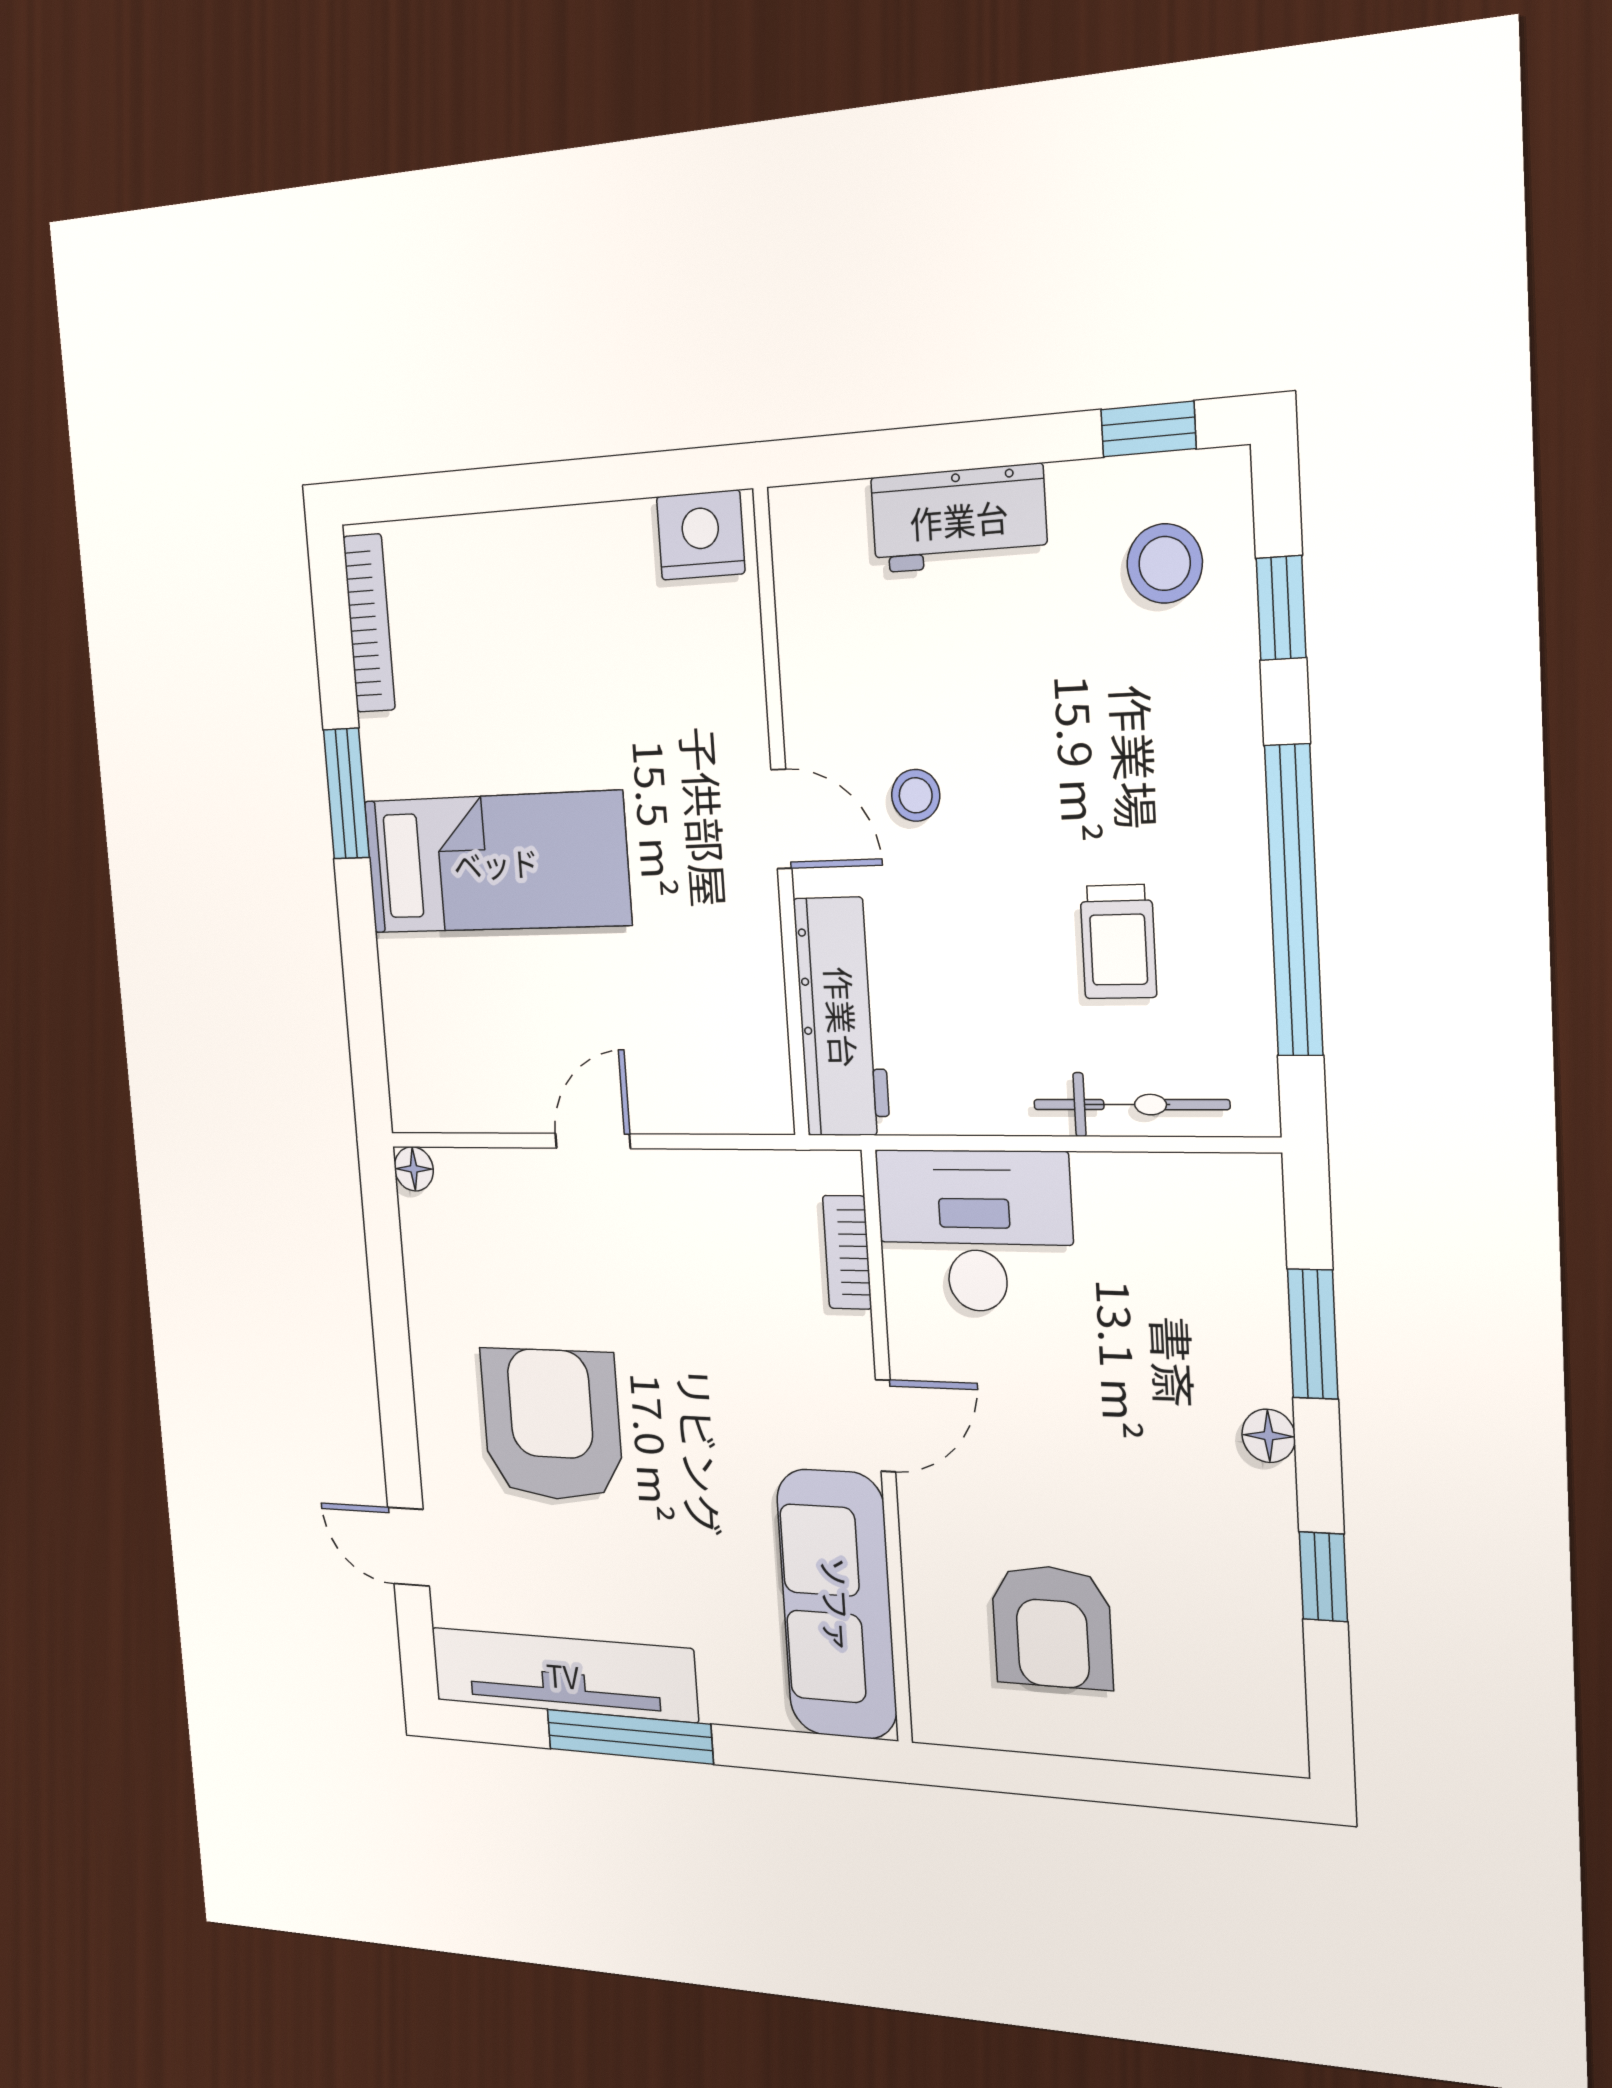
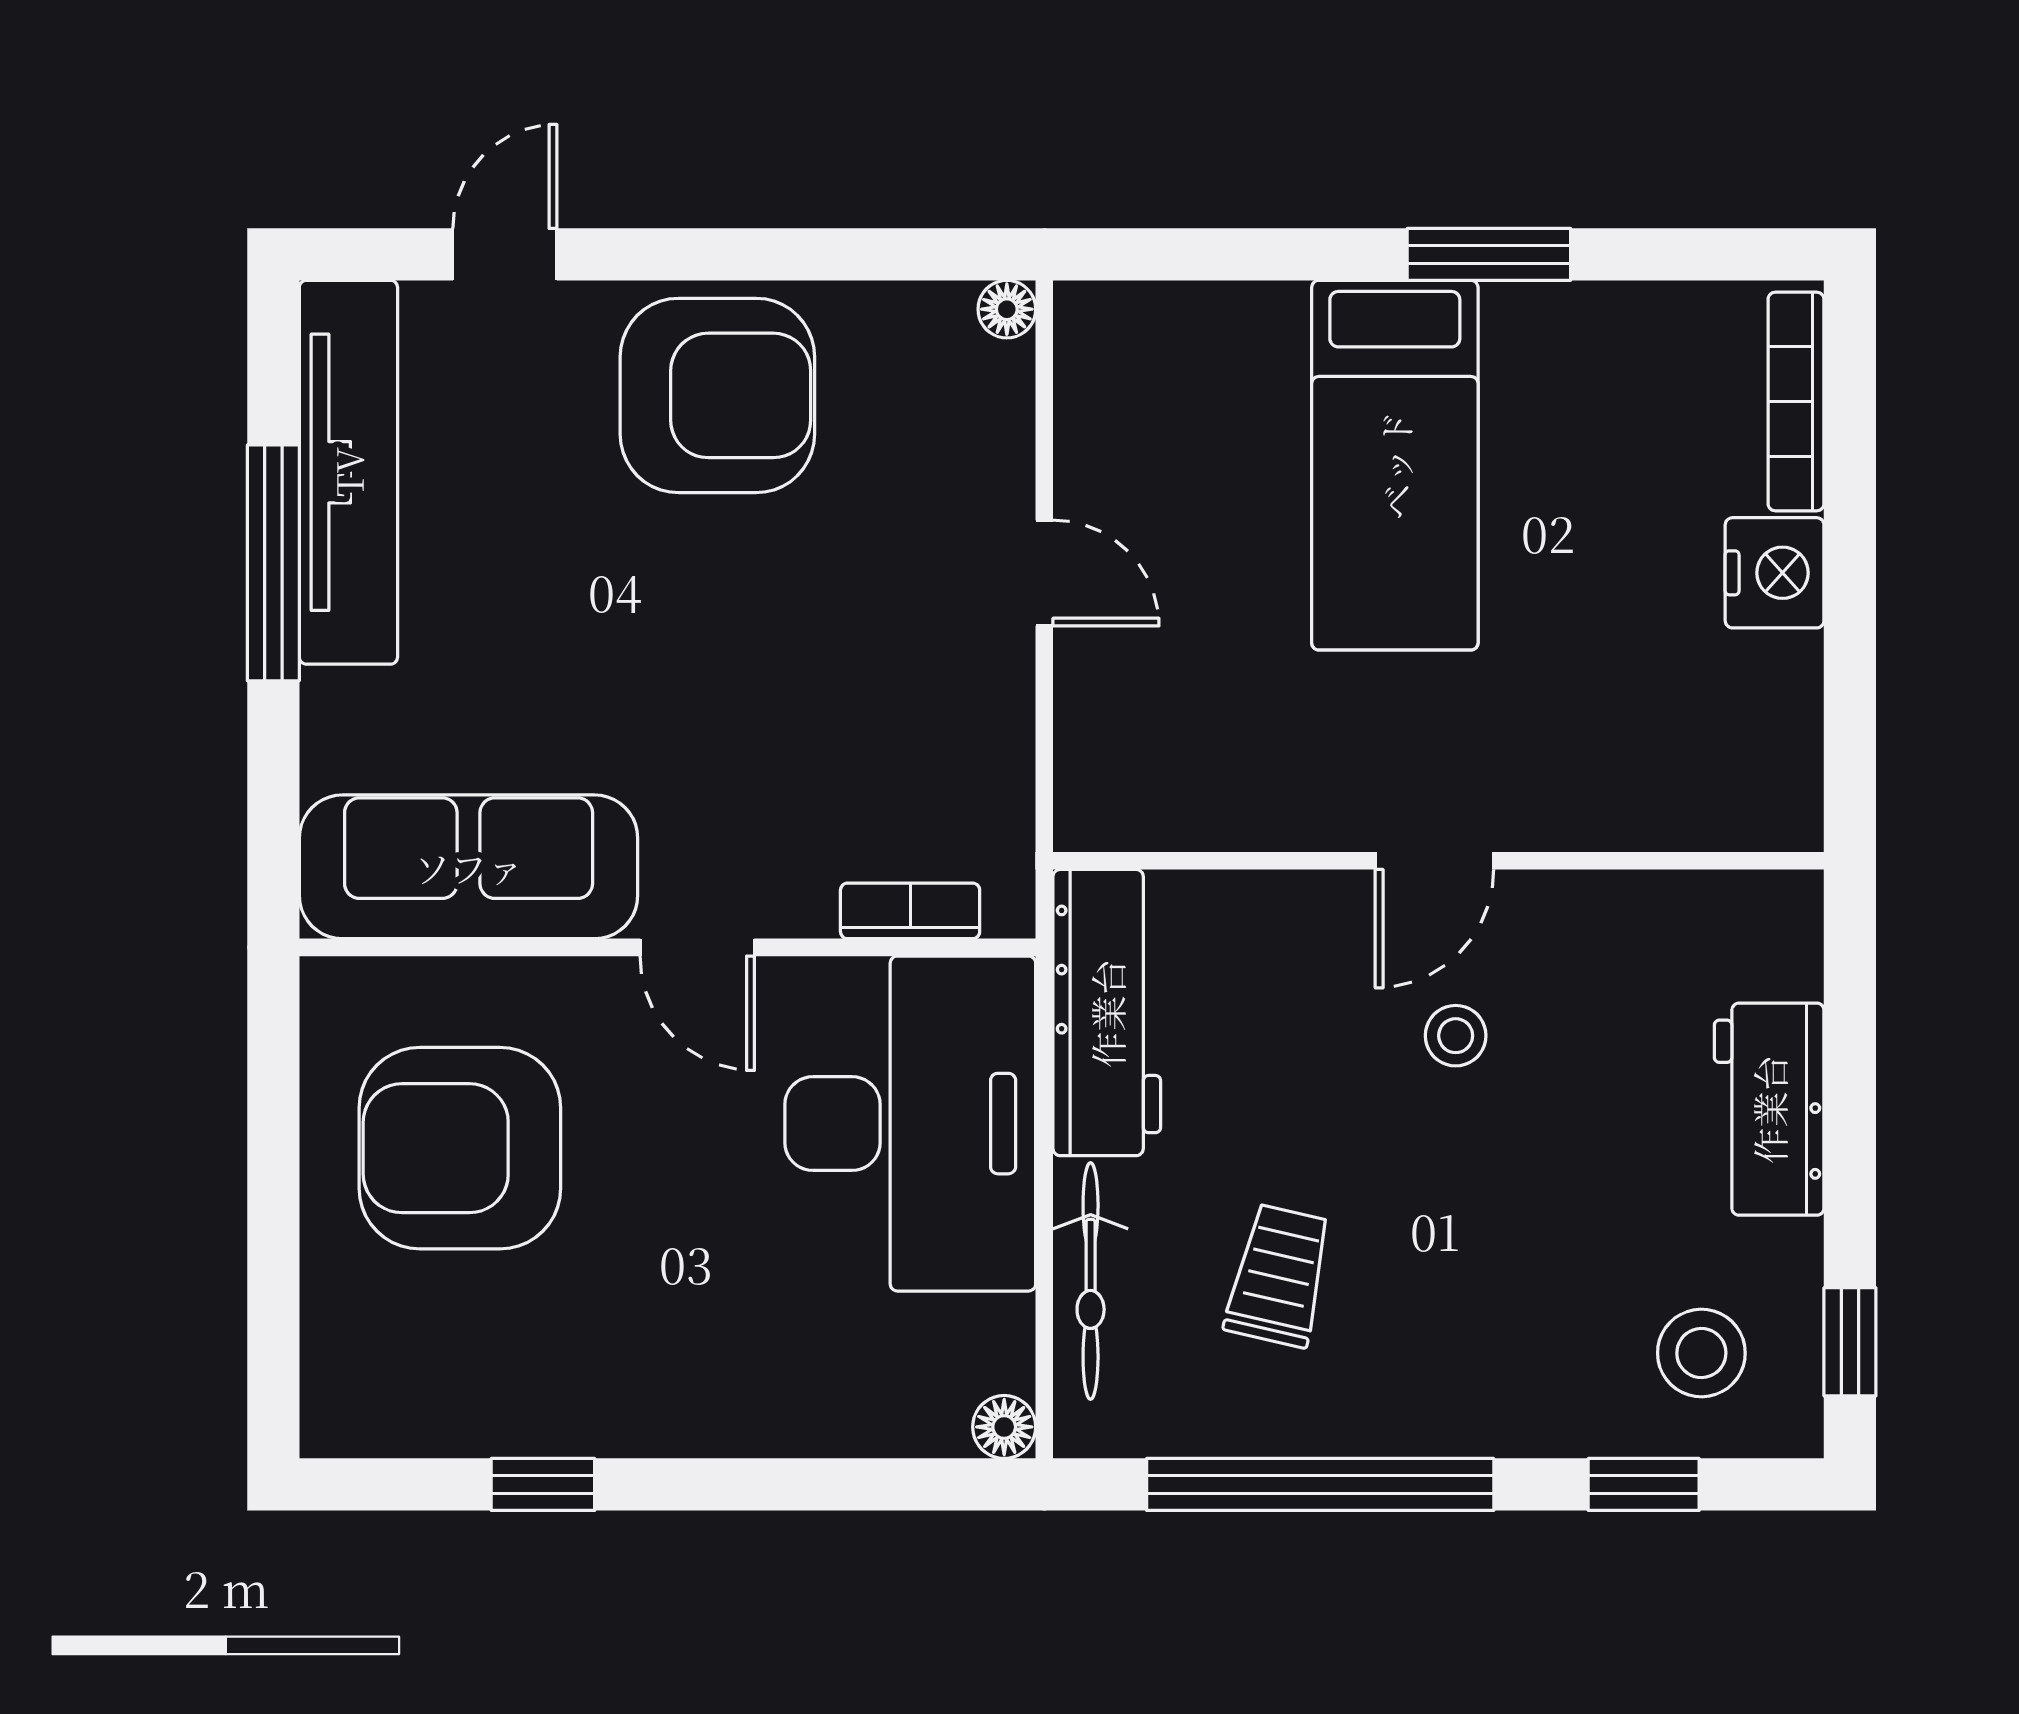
nightstand: (701, 535) -> (1775, 573), moved
bookcase: (369, 623) -> (1796, 401), moved, turned 90
trolley: (1118, 942) -> (1279, 1276), turned 103
workbench: (842, 1017) -> (1107, 1013), moved, turned -90
desk: (975, 1231) -> (910, 1124), width x1.36, depth x1.30
window: (1313, 1334) -> (827, 1484), removed
armchair: (552, 1425) -> (717, 395), moved
floor lamp: (1269, 1436) -> (1004, 1427), moved
armchair: (1052, 1627) -> (460, 1148), width x1.36, depth x1.36

